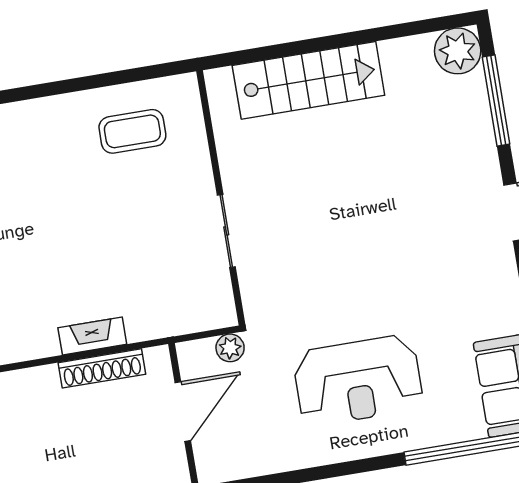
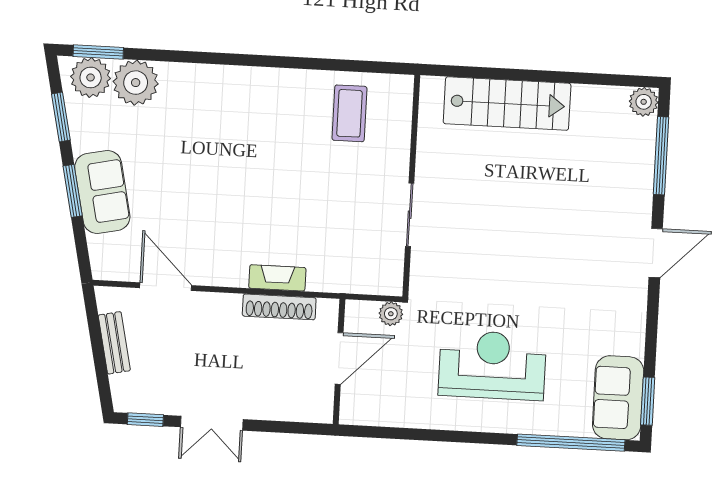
plant: (458, 51) -> (644, 102), width x0.73, depth x0.73
coffee table: (132, 131) -> (349, 113), turned 90
reception desk: (358, 380) -> (492, 365), turned 180

